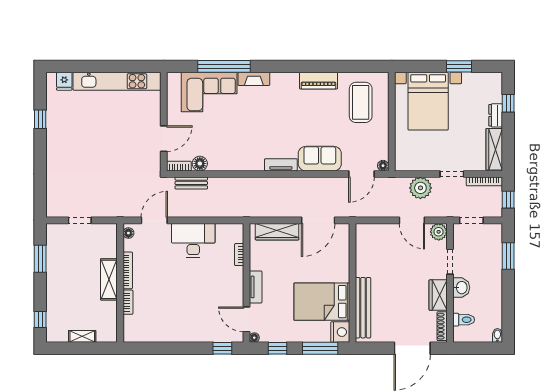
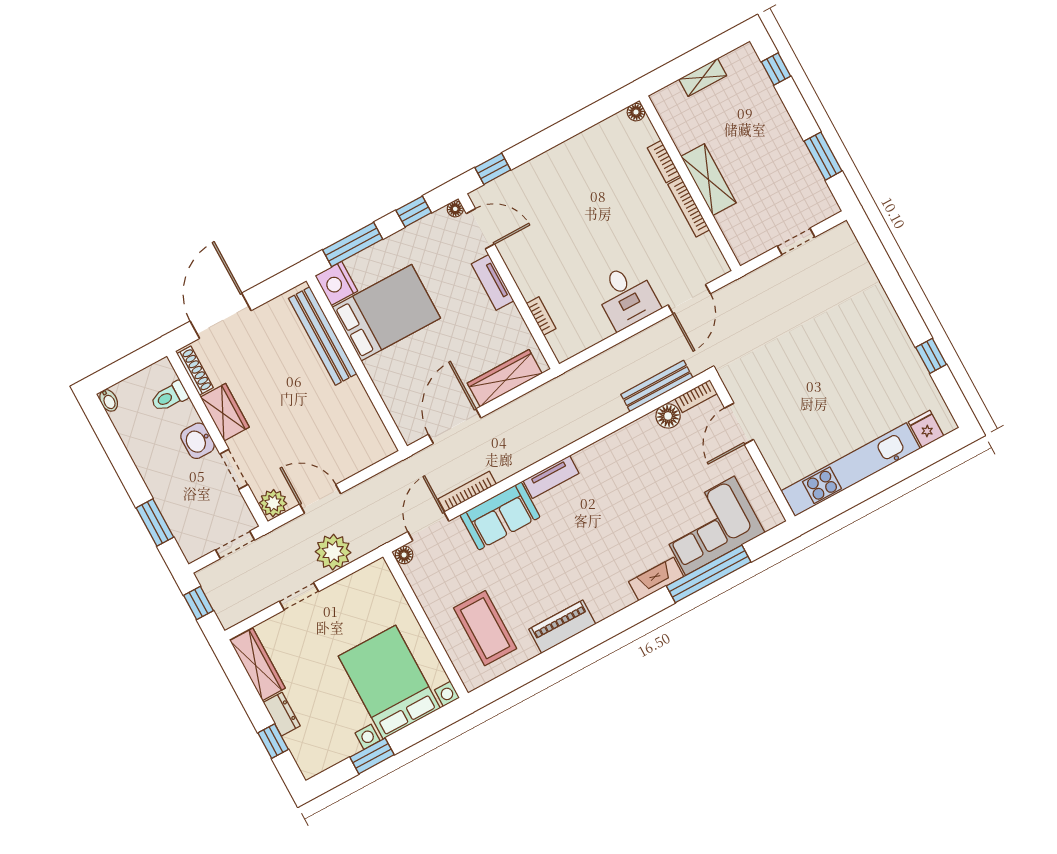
bookcase: (484, 181) -> (467, 492), moved
bench: (191, 183) -> (657, 386), width x1.36
floor lamp: (128, 233) -> (636, 112), moved
desk: (193, 240) -> (626, 296), width x0.73

